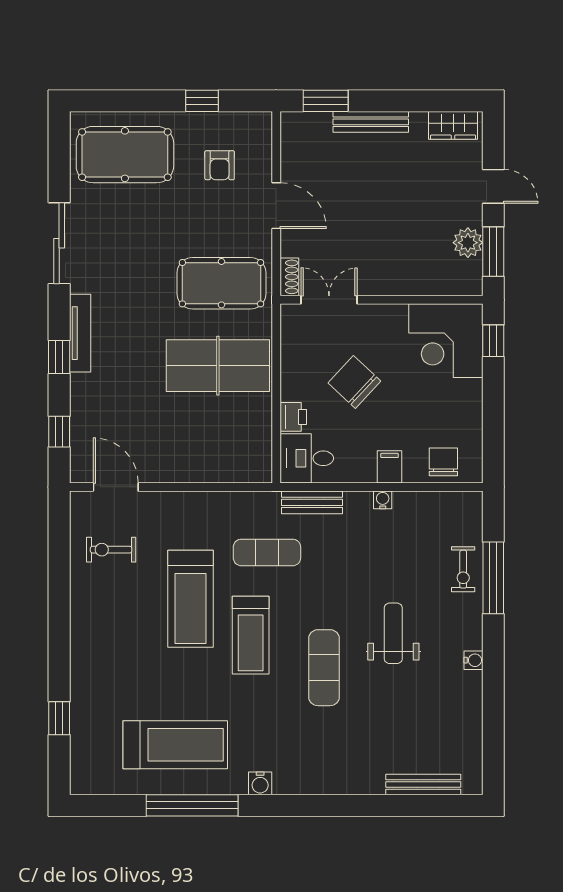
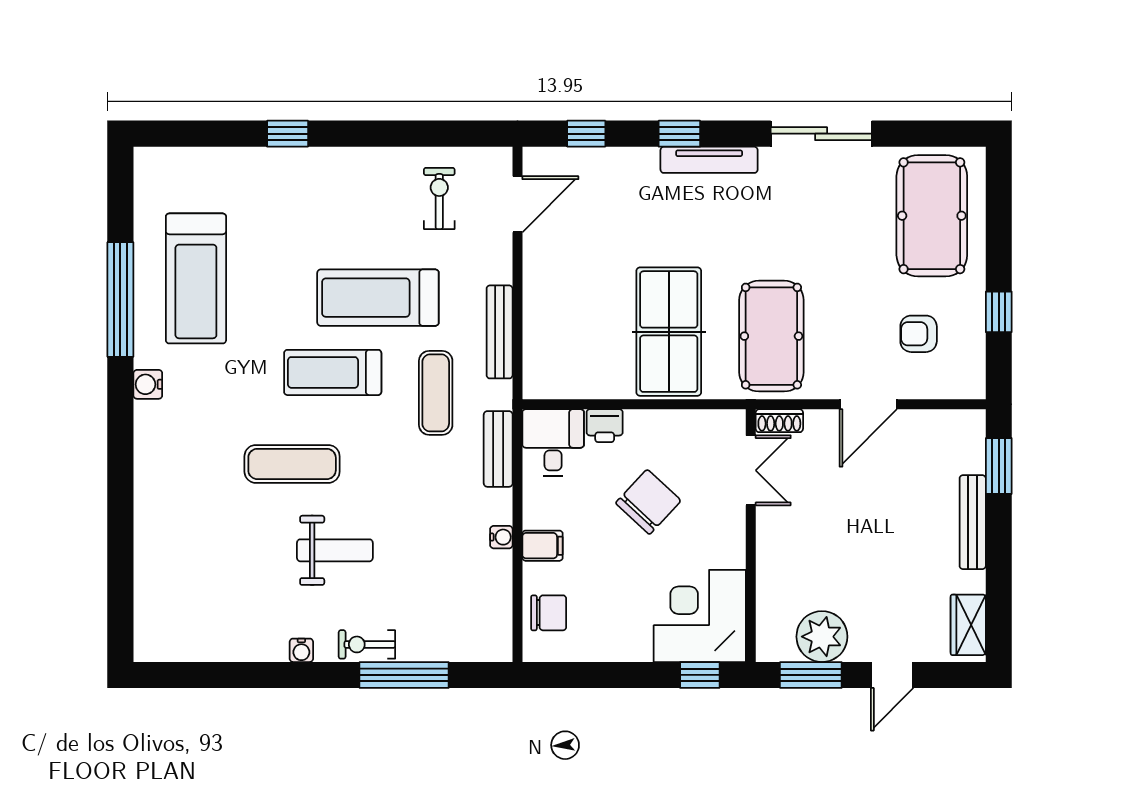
plant: (468, 243) -> (822, 637), width x1.36, depth x1.36
exercise bike: (463, 569) -> (367, 644), moved
window: (59, 718) -> (288, 134), moved
bench: (423, 785) -> (500, 332), moved

